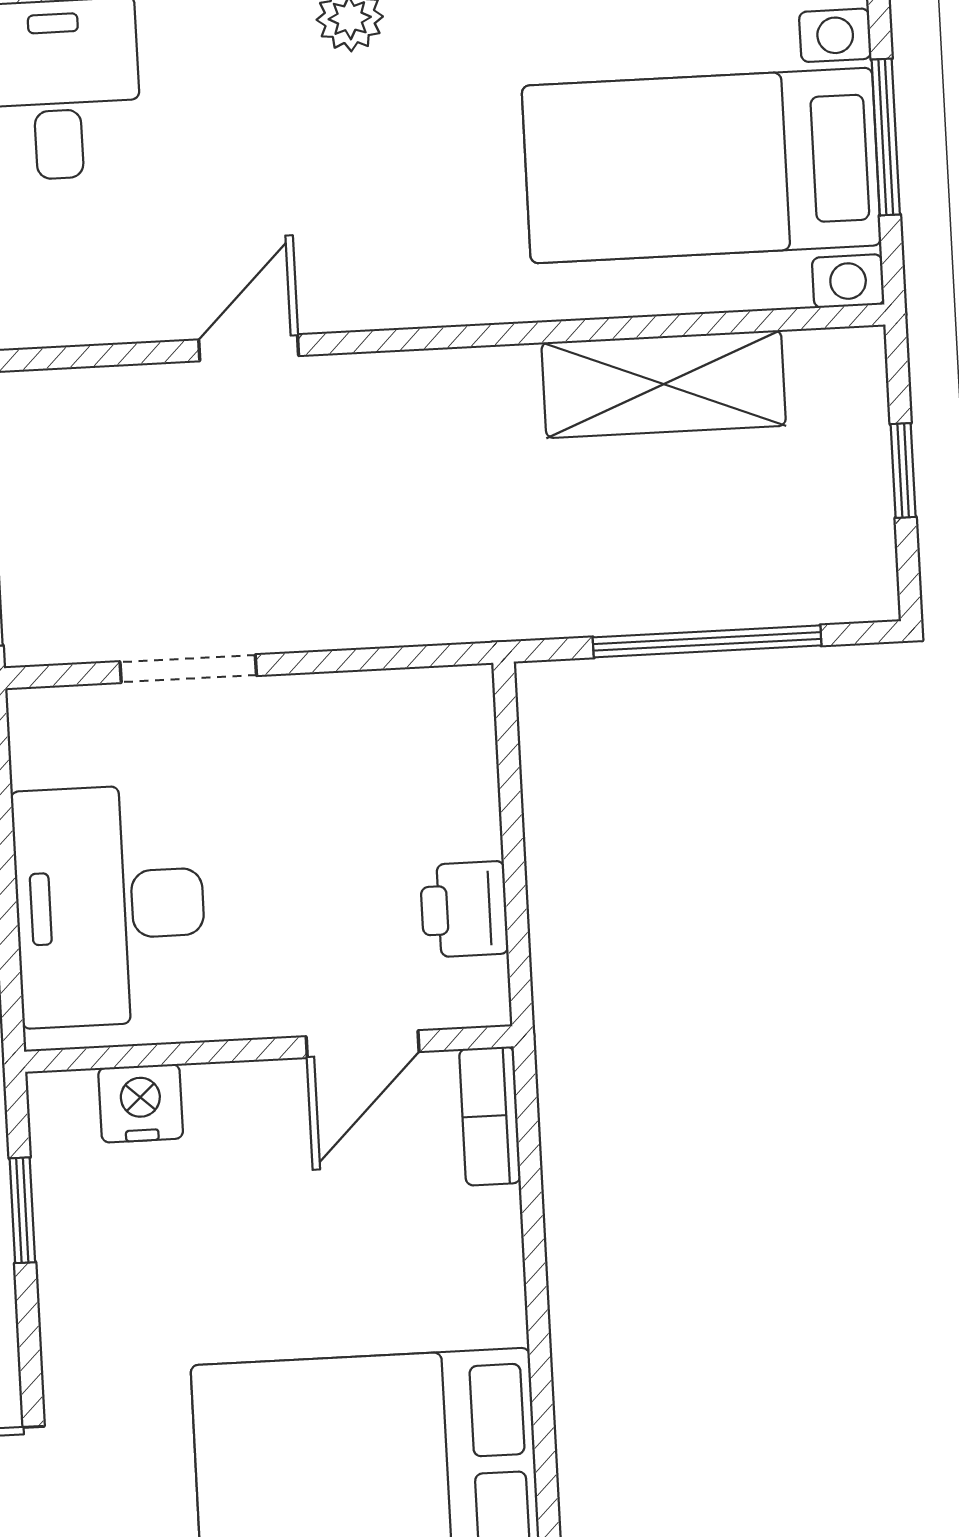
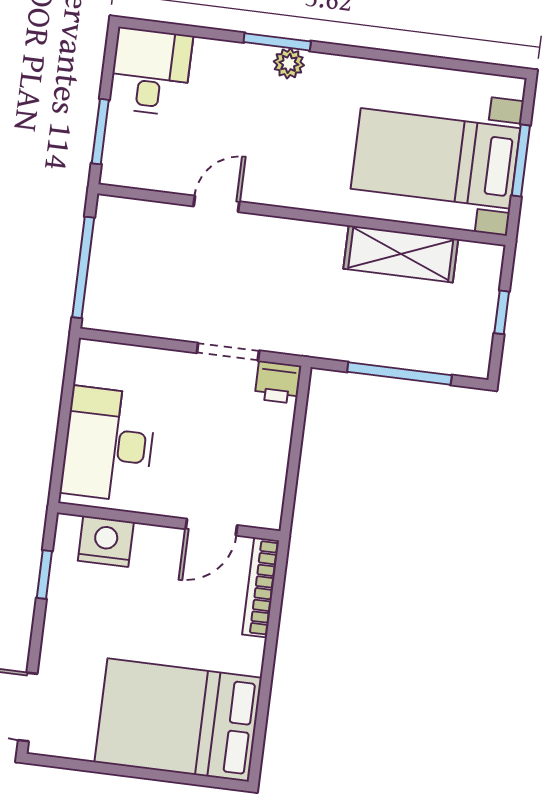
doorway: (188, 669) -> (228, 352), moved
printer: (464, 909) -> (278, 382), moved, turned -90
nightstand: (141, 1103) -> (106, 541), width x1.36, depth x1.33
bookcase: (490, 1116) -> (261, 587), width x1.56

